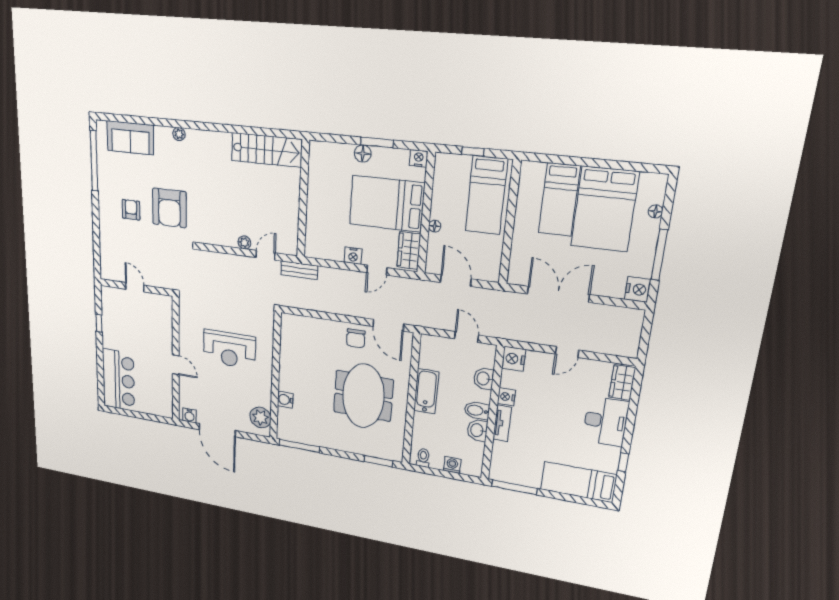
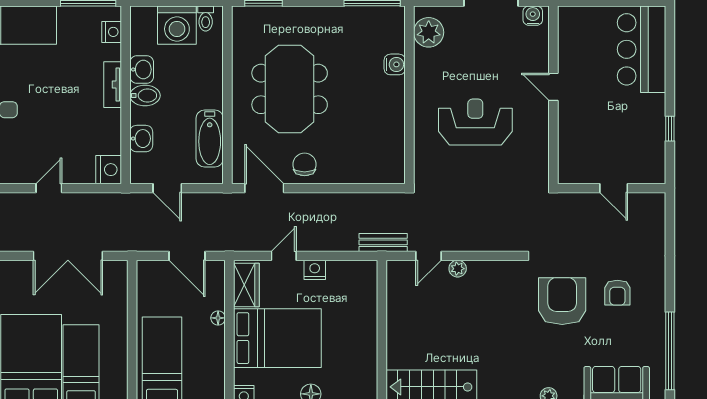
bathtub: (426, 391) -> (210, 139), moved
nightstand: (506, 397) -> (112, 32), moved
washing machine: (452, 465) -> (177, 25), width x1.89, depth x1.89

